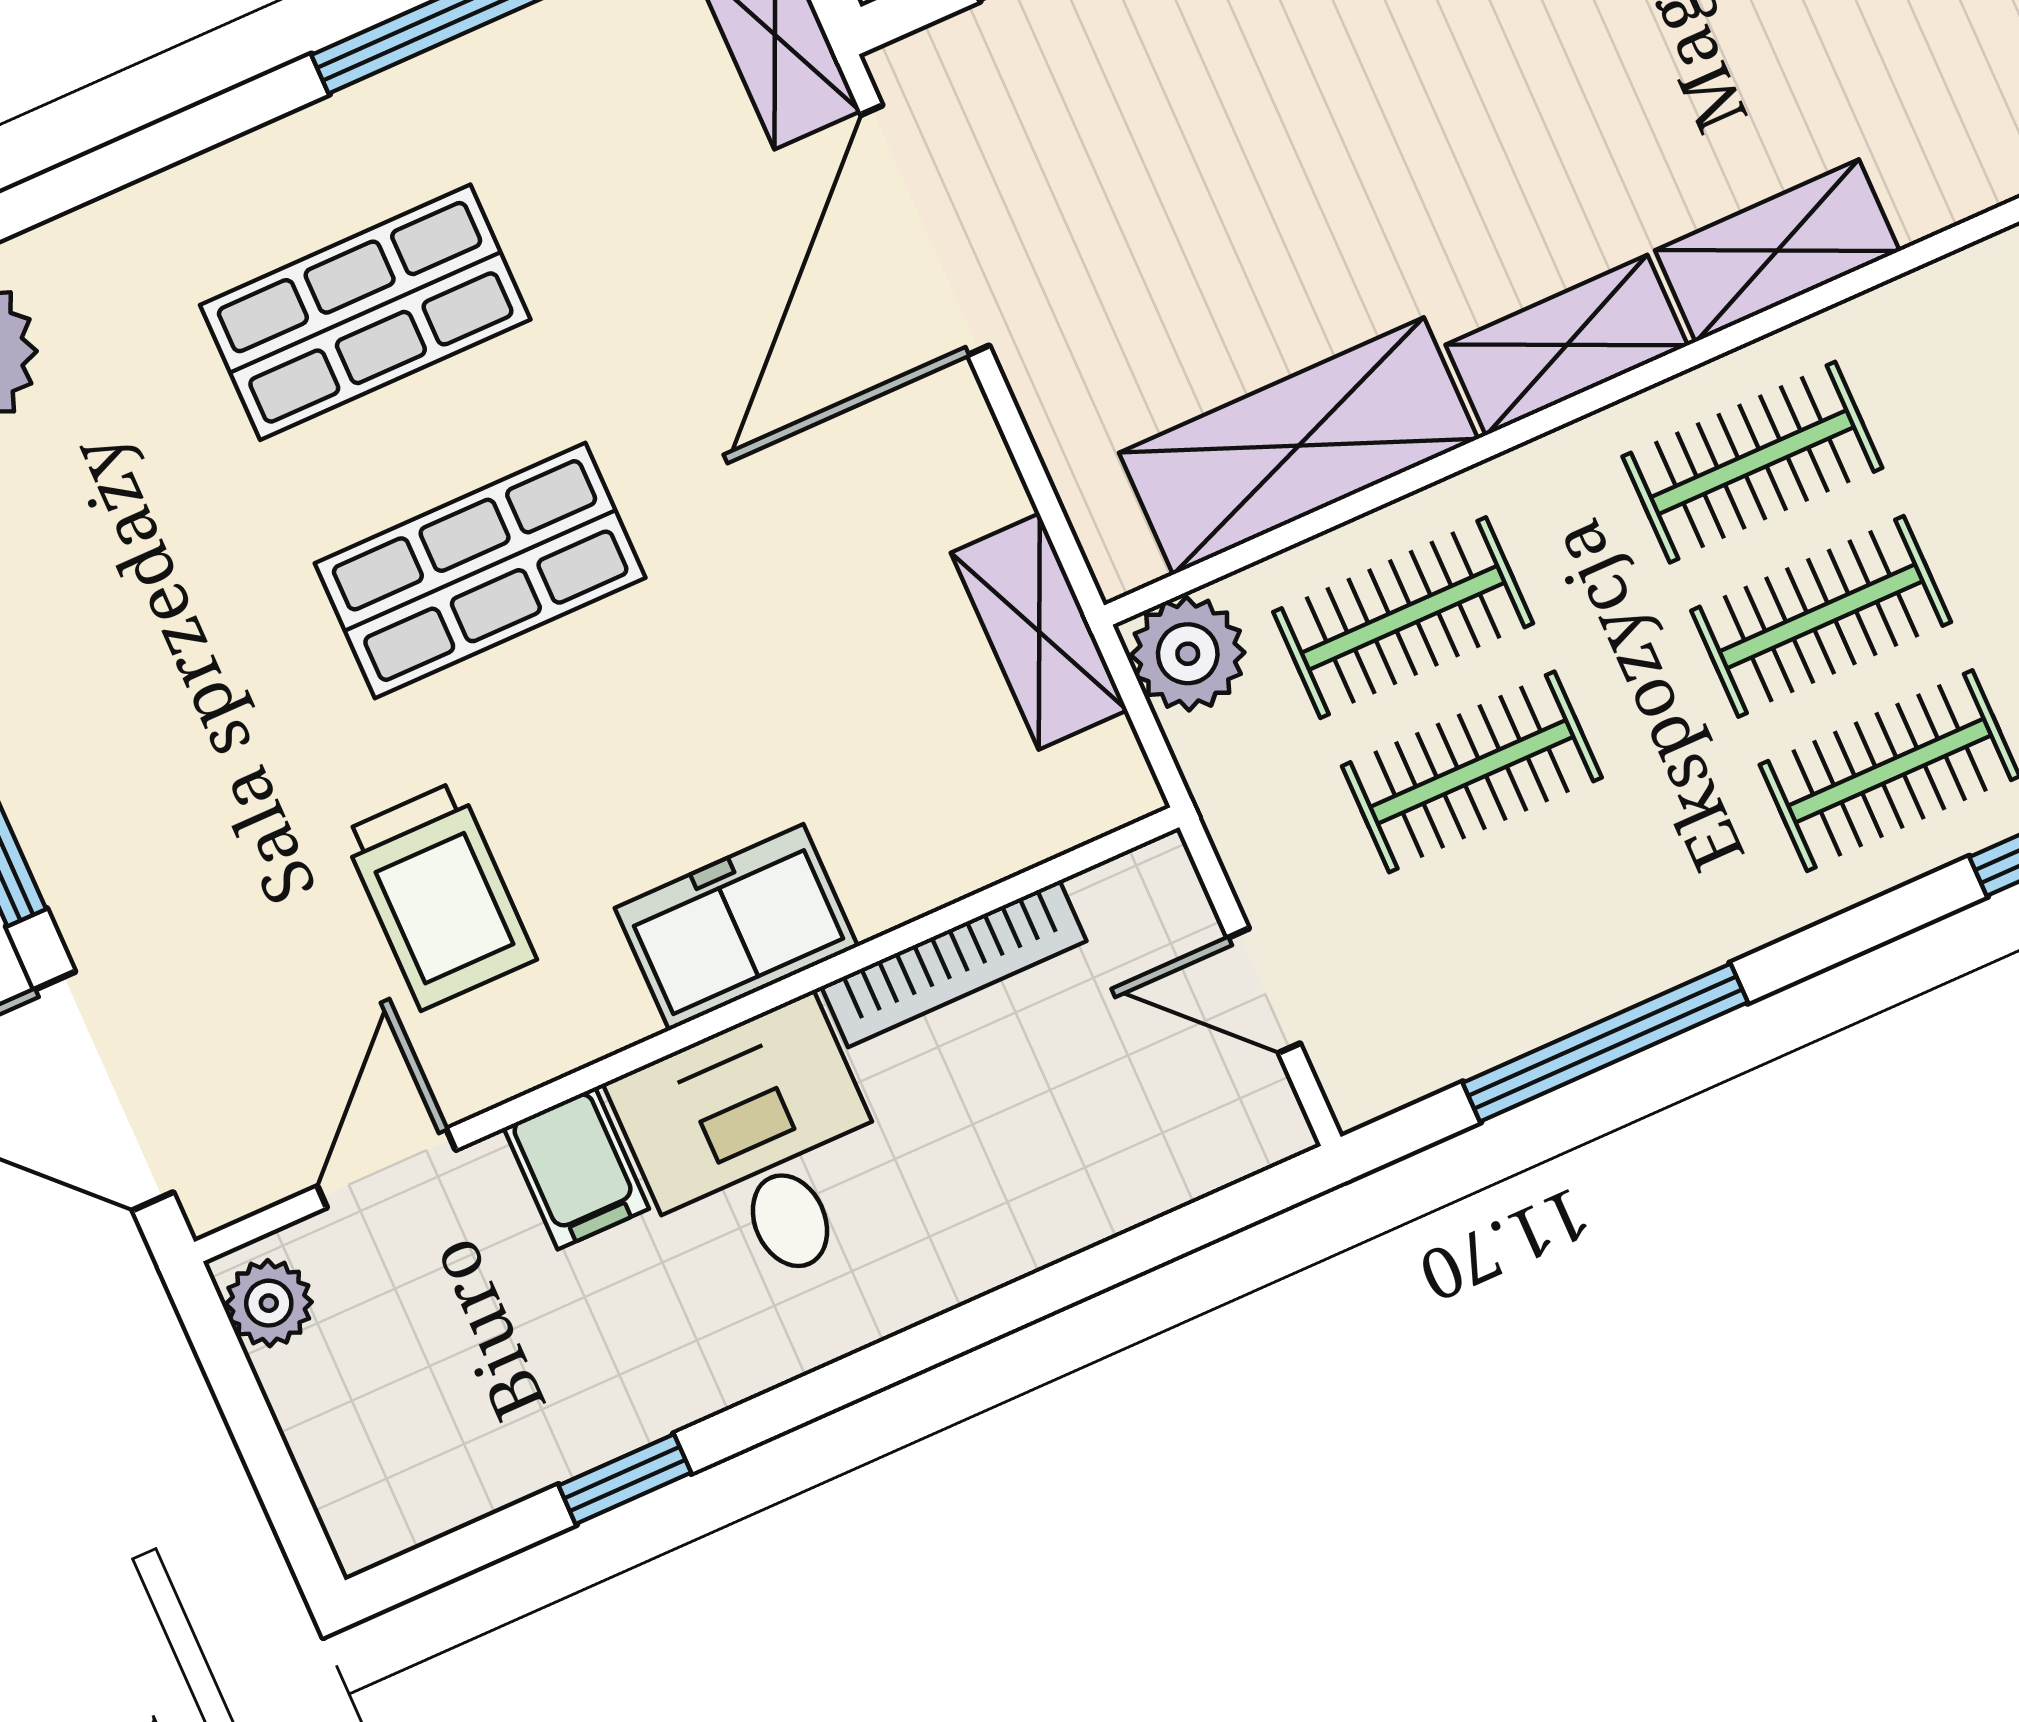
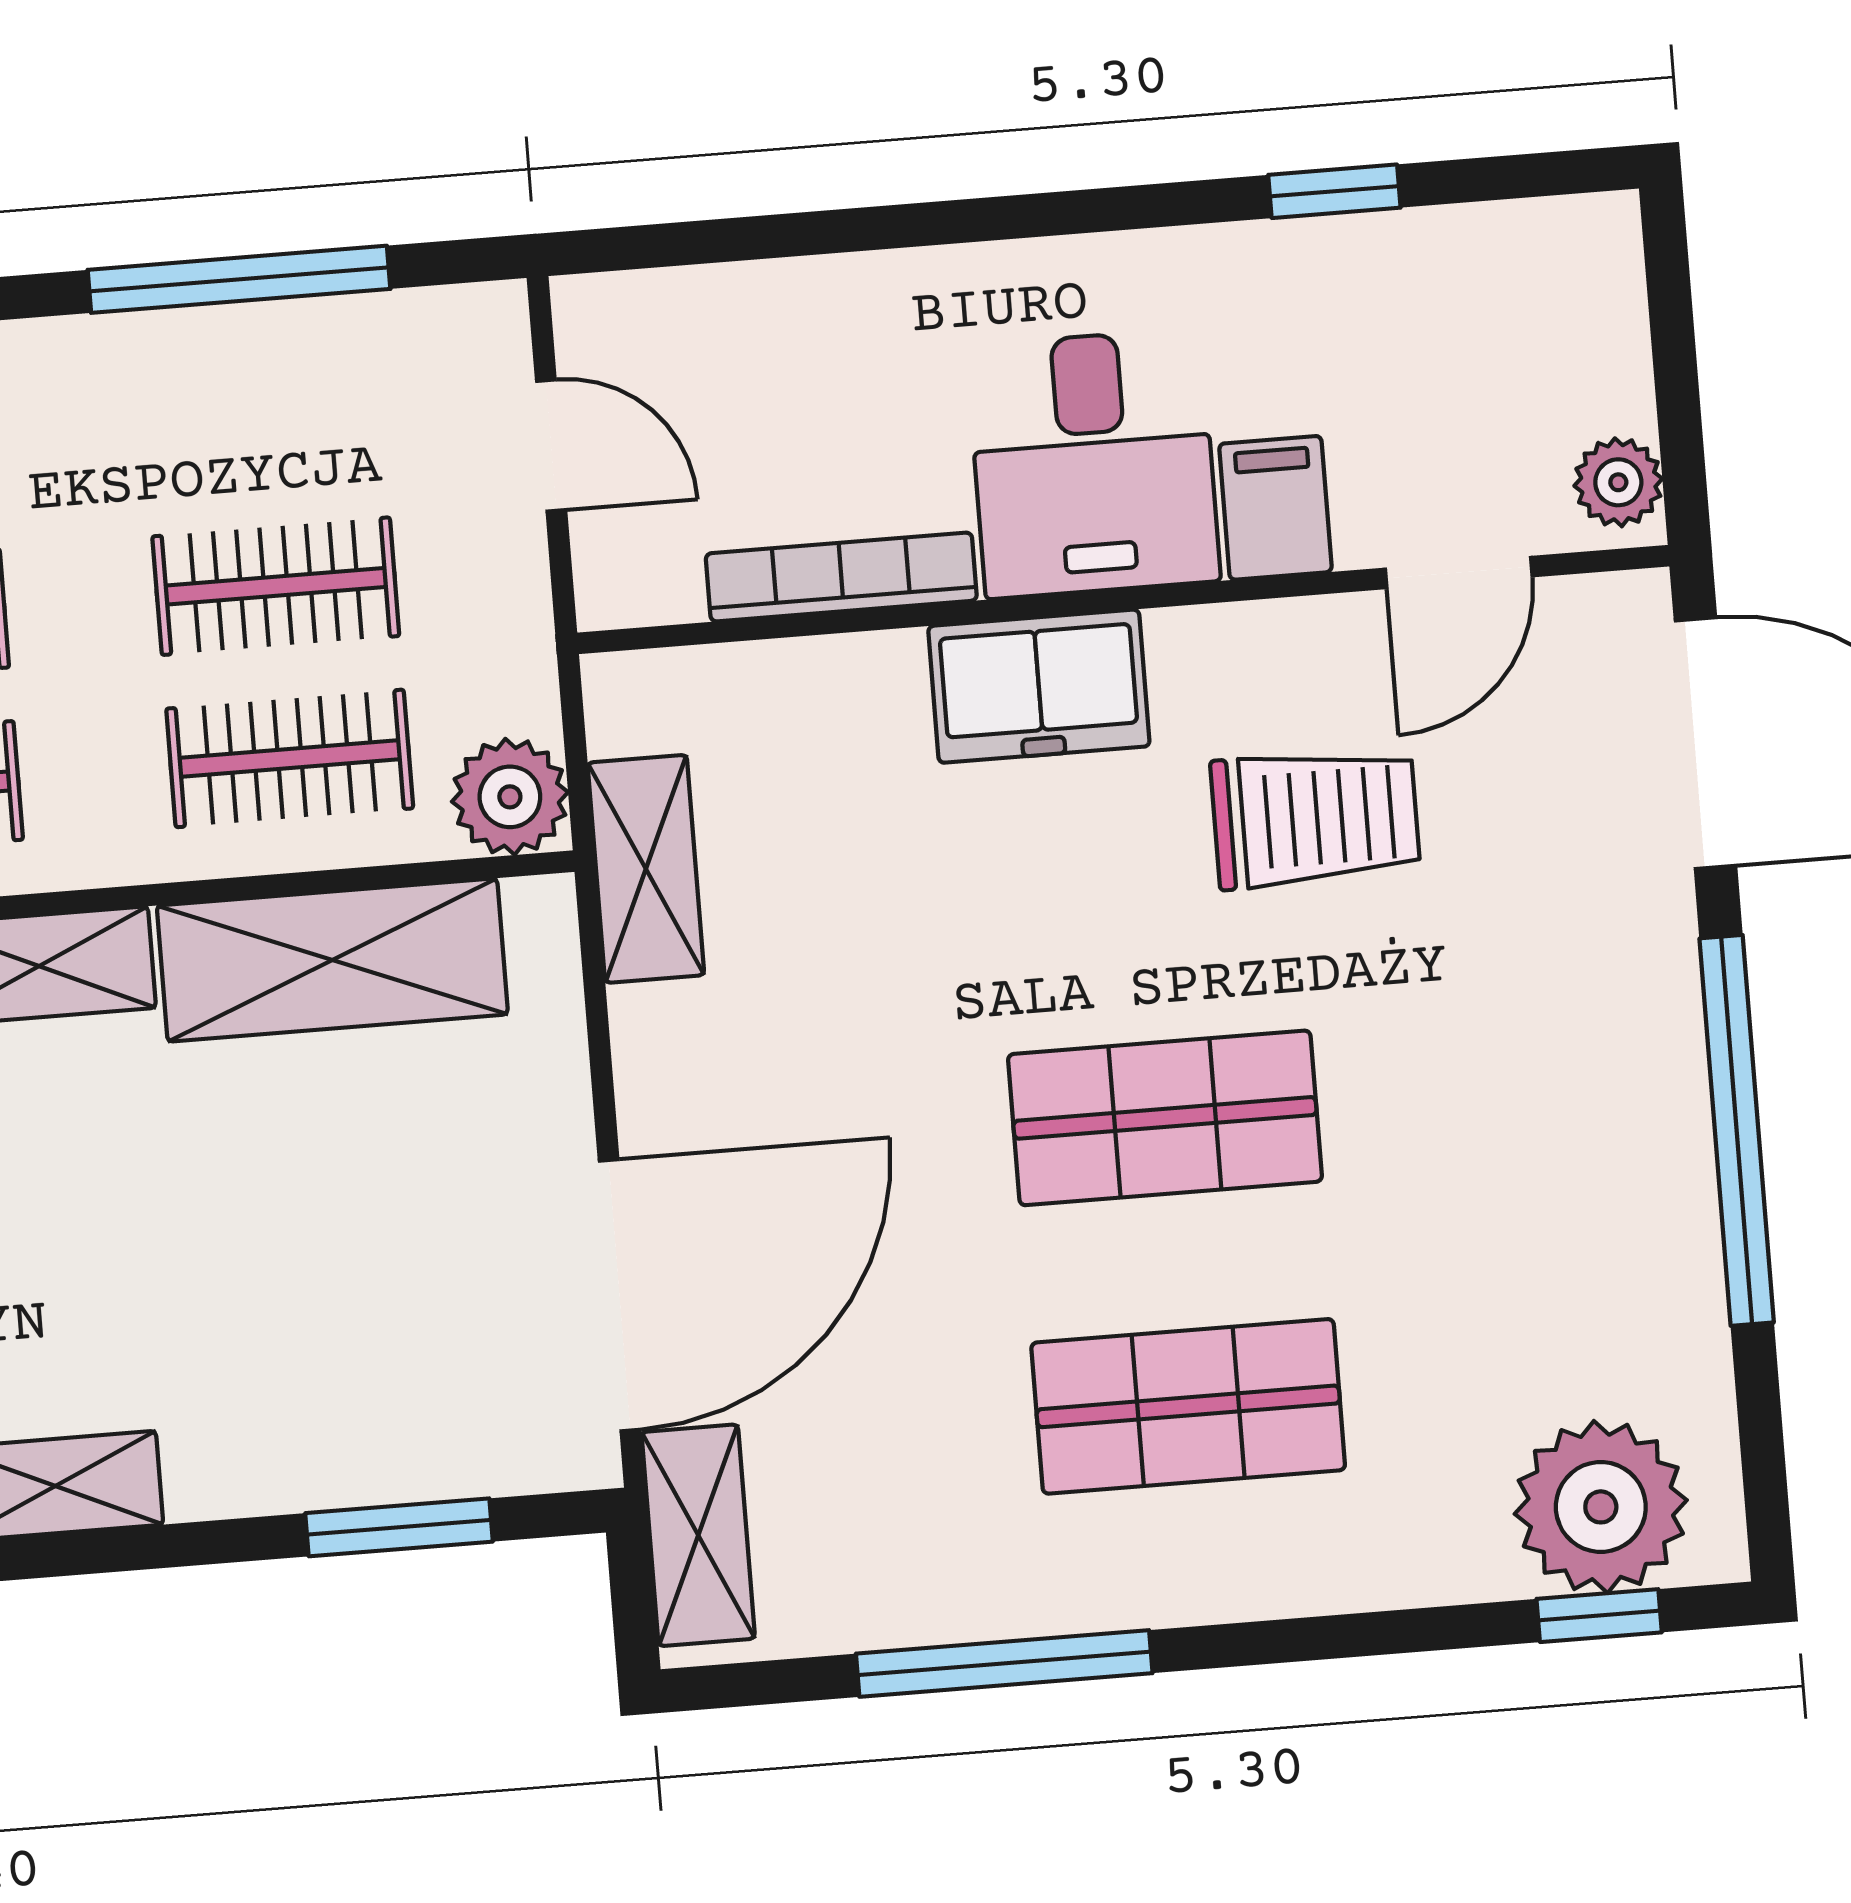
trolley: (439, 896) -> (1315, 818), turned 90

